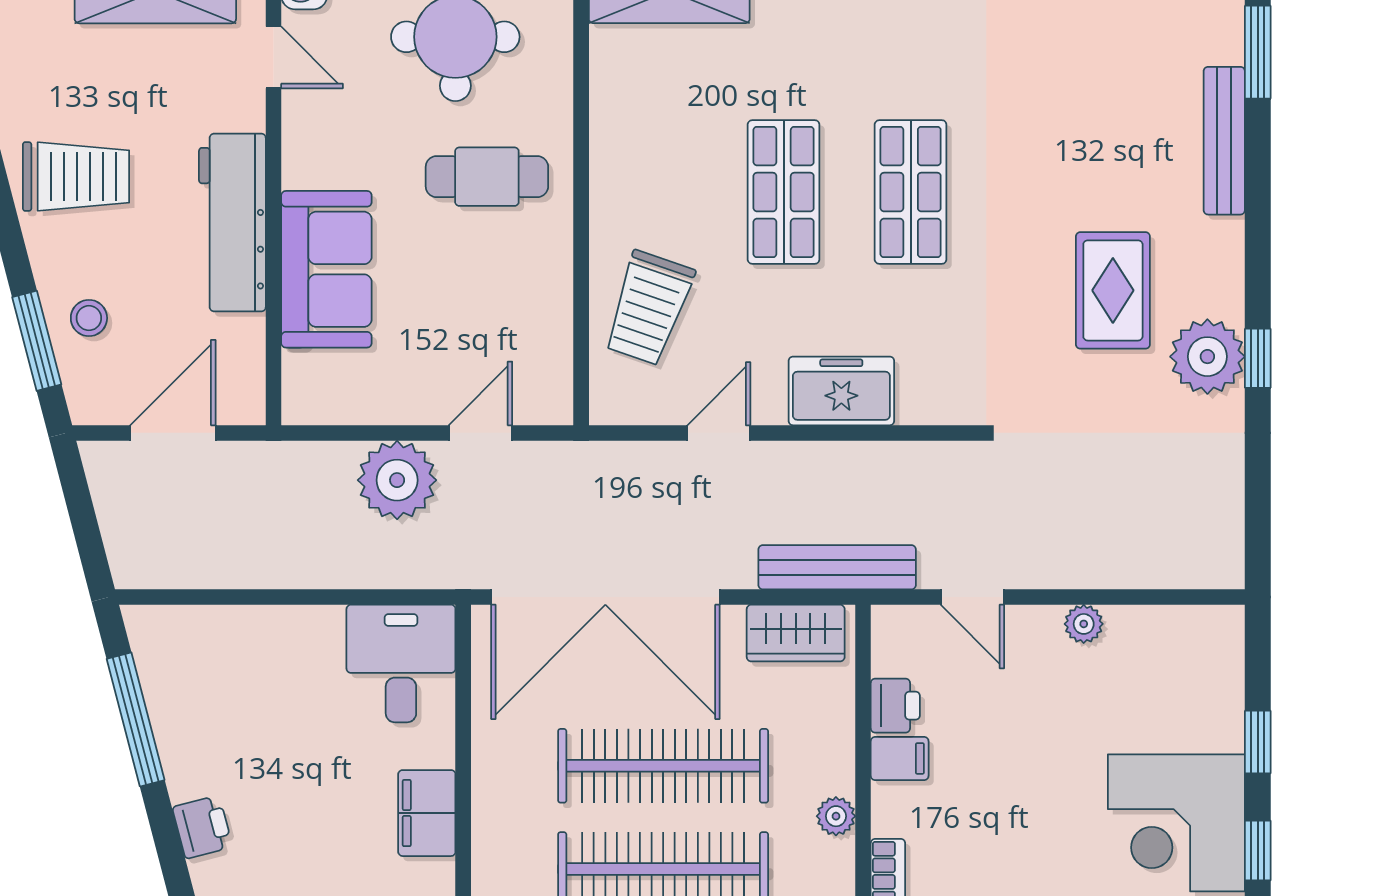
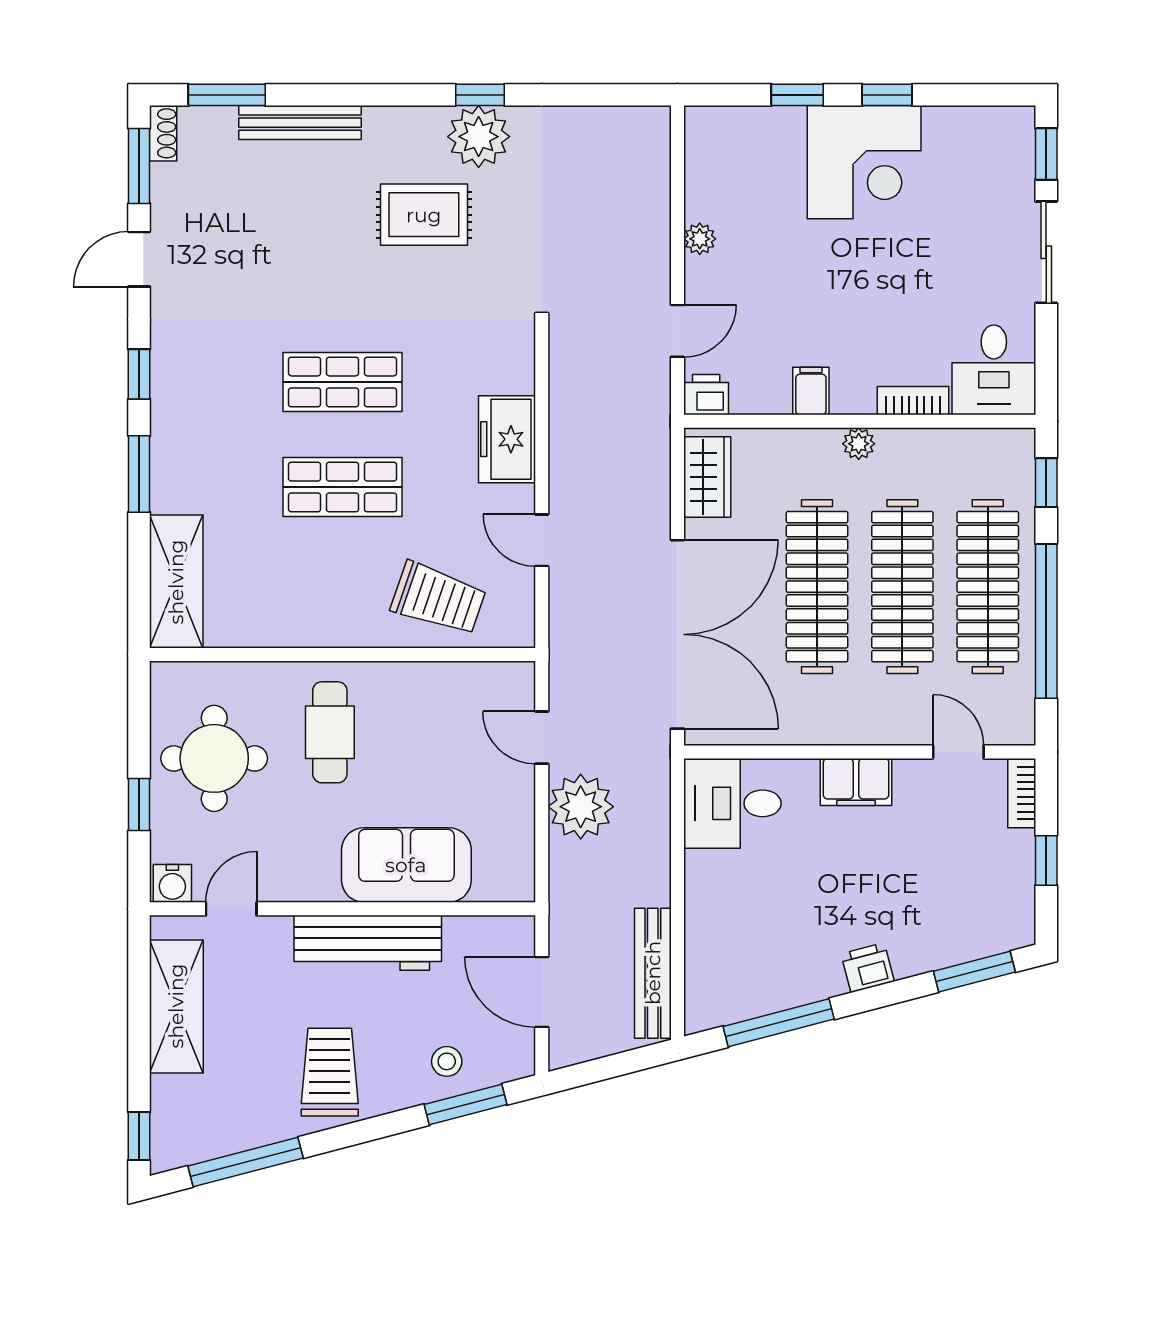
bench: (837, 567) -> (653, 973), moved
printer: (895, 706) -> (706, 395), moved

